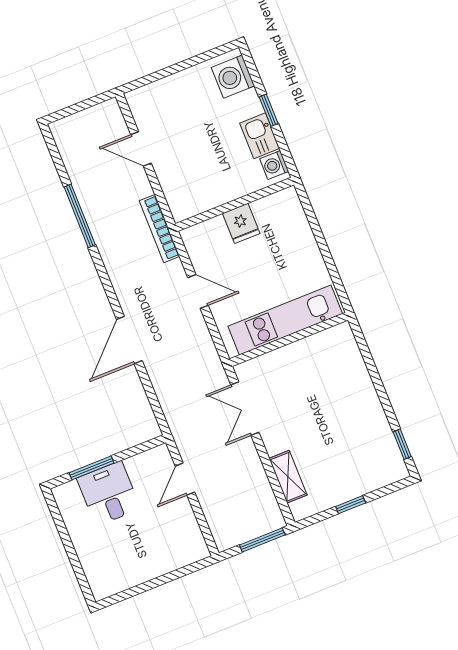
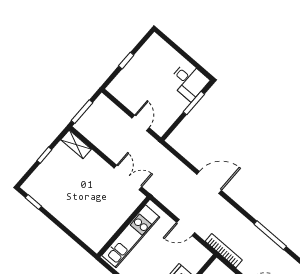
door: (129, 340) -> (209, 182), hinge flipped
shelving: (288, 477) -> (76, 144), moved
desk: (109, 494) -> (189, 81), moved
window: (159, 581) -> (126, 61), added

